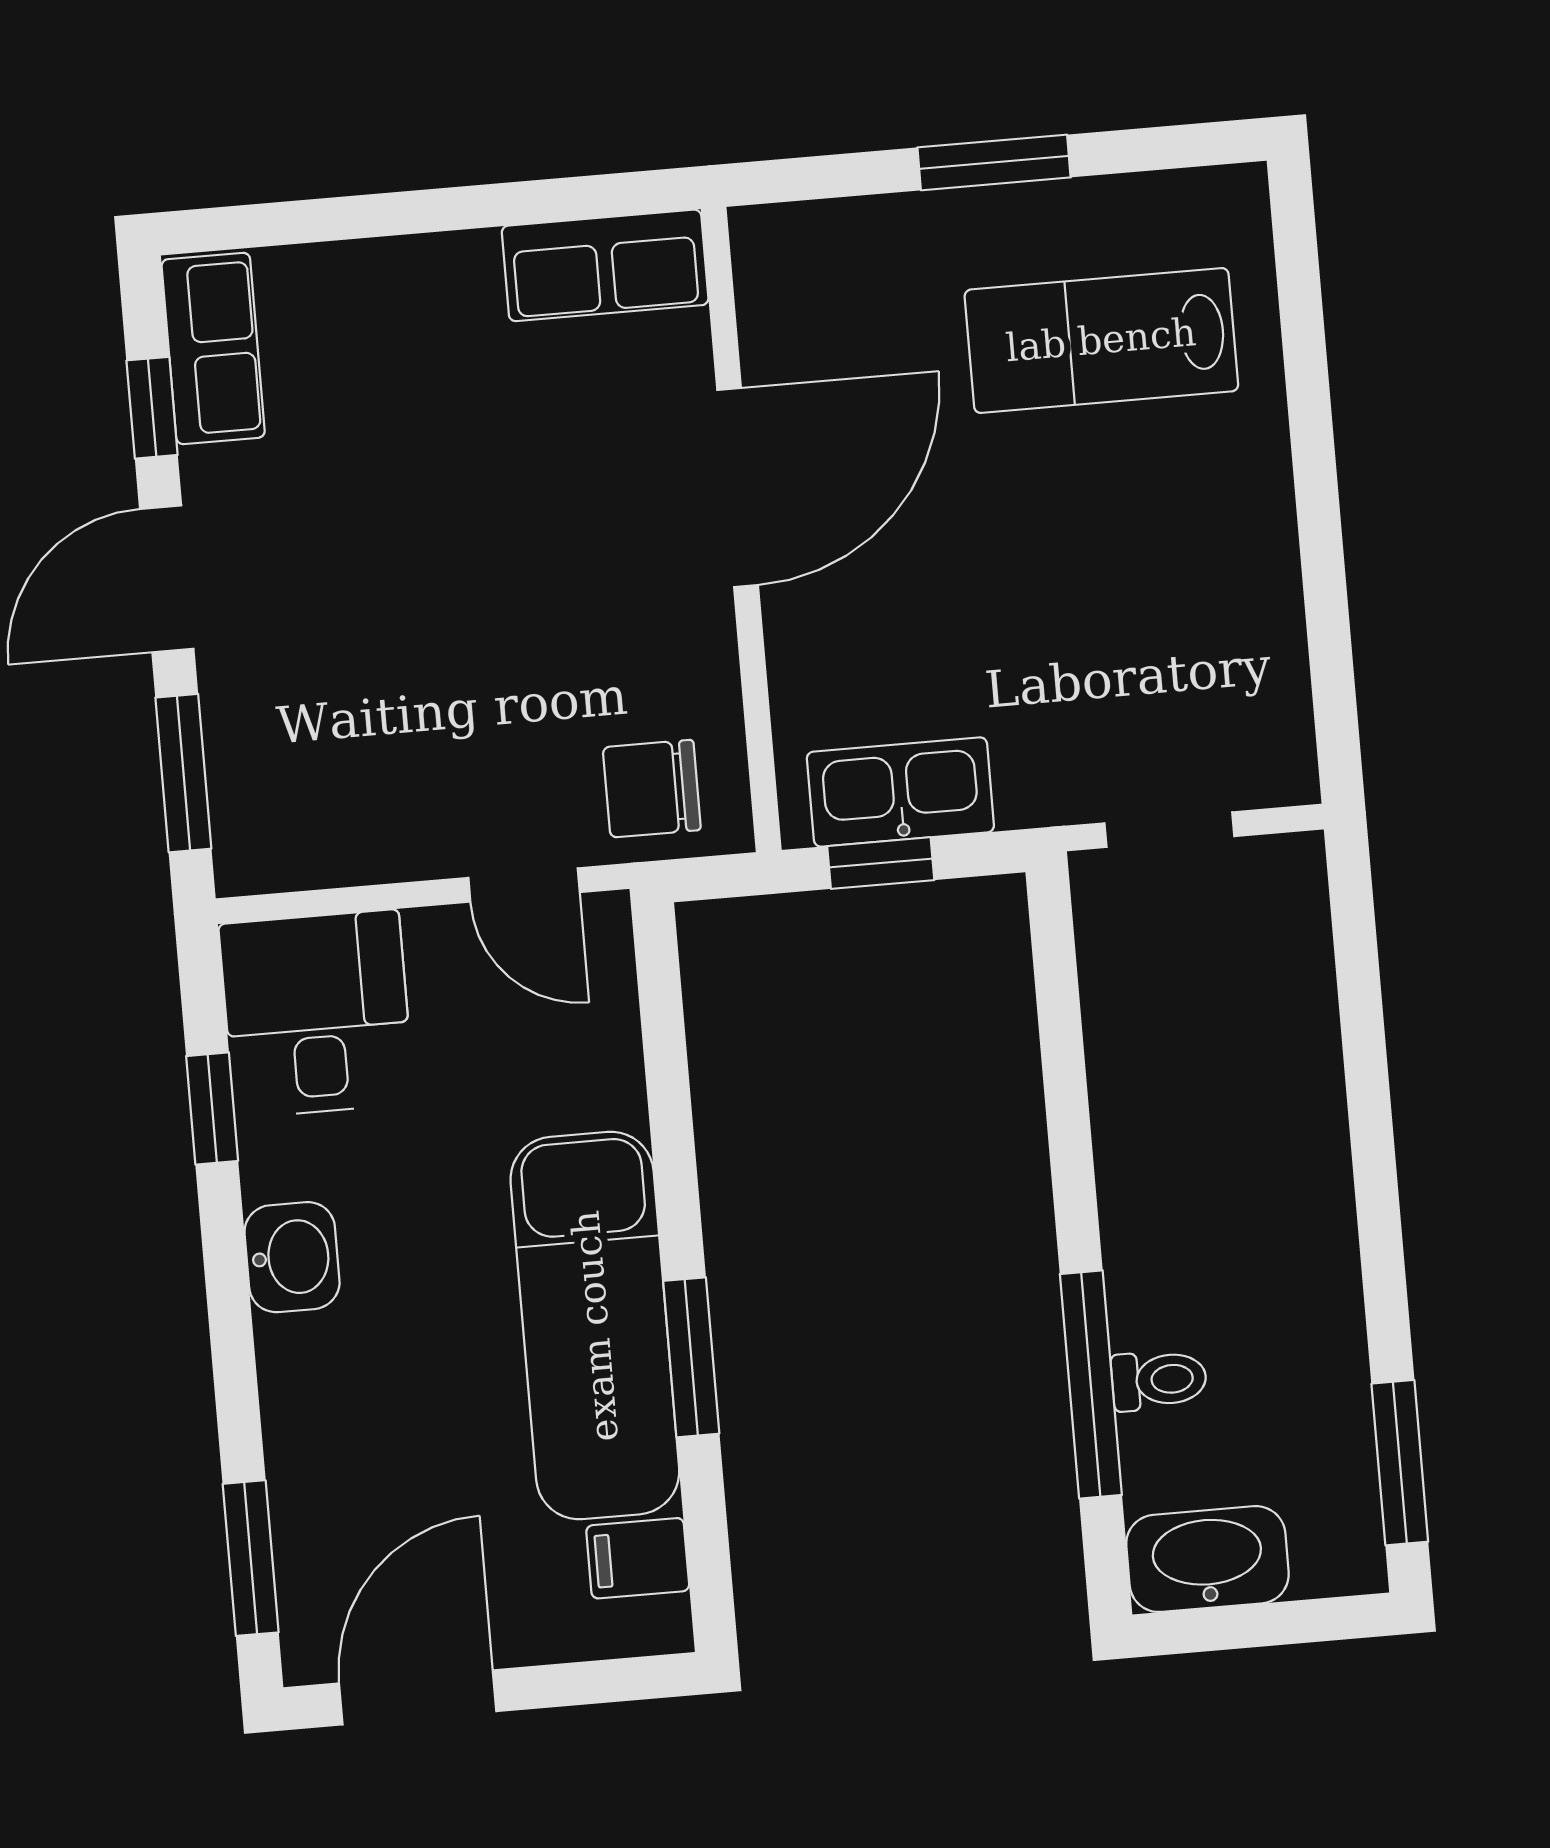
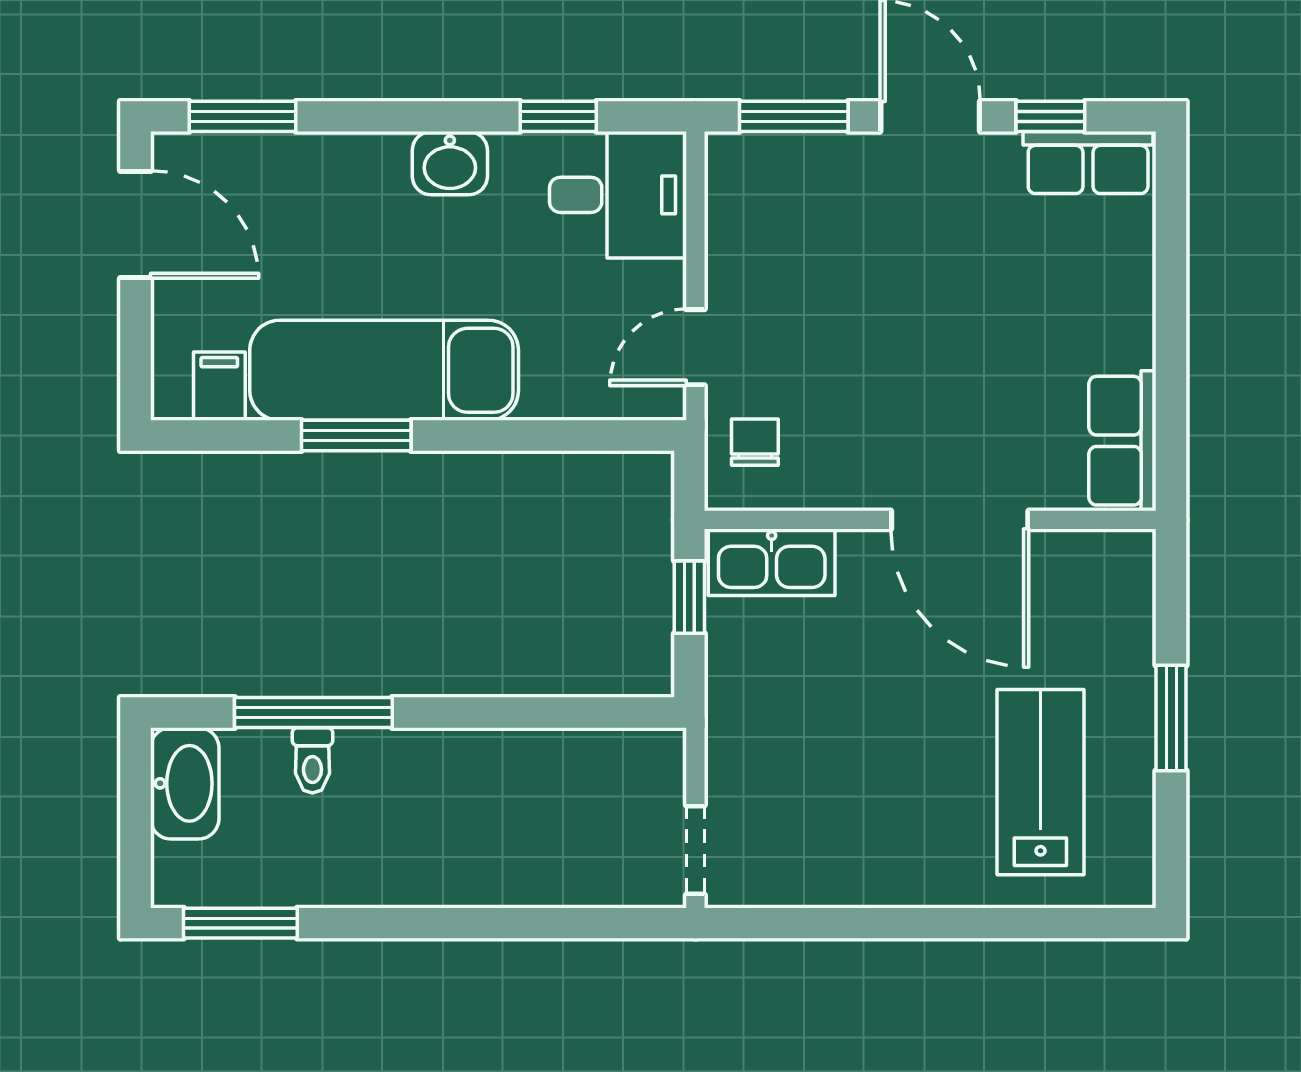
chair: (652, 789) -> (755, 442), width x0.73, depth x0.73
kitchen sink: (900, 792) -> (772, 562), moved, turned 90
doorway: (1169, 830) -> (695, 850), moved

